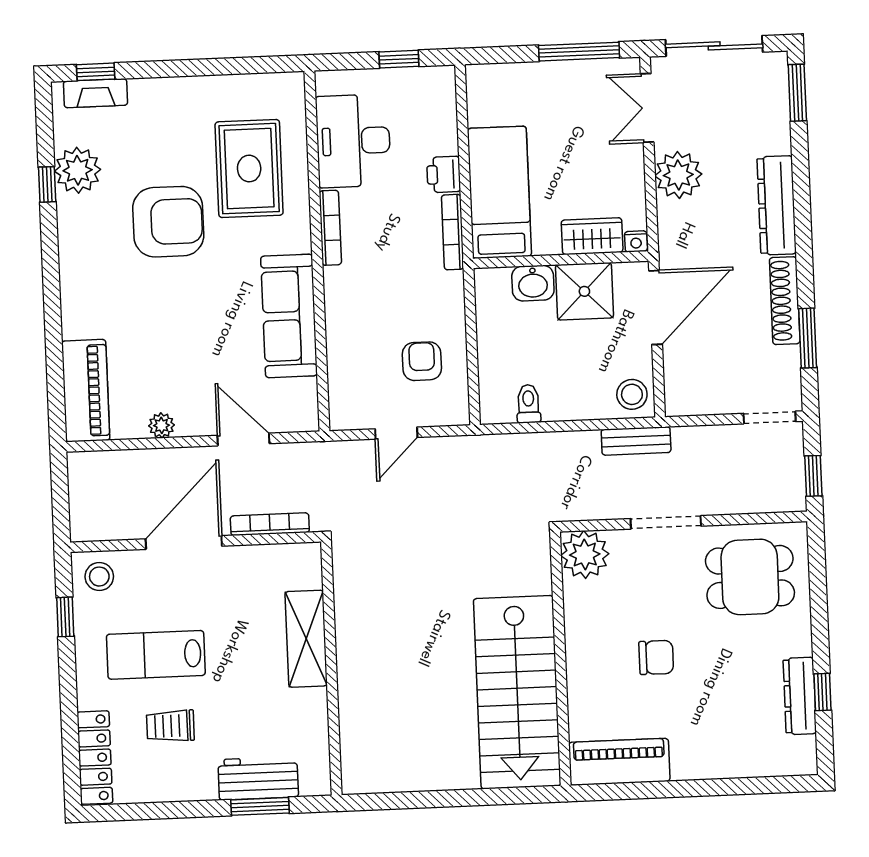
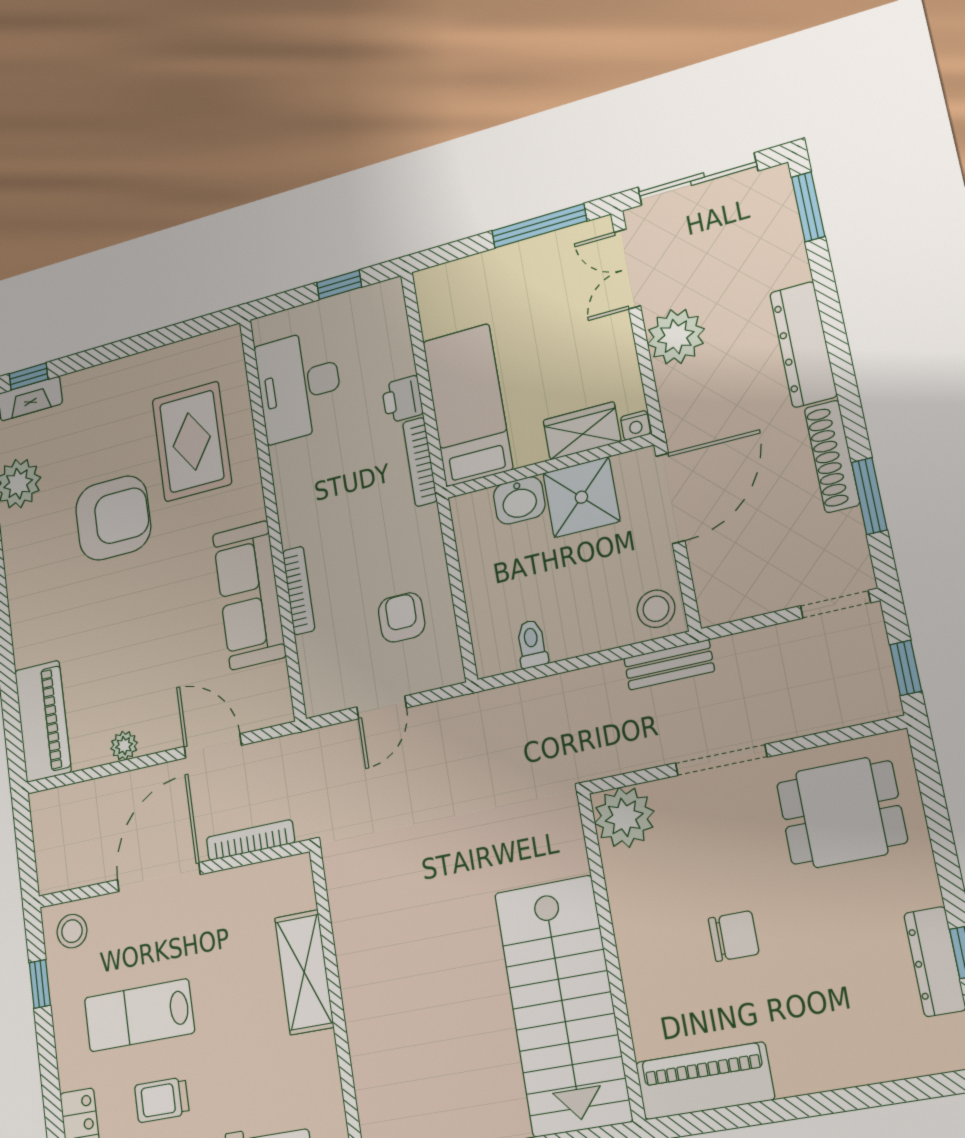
bookcase: (330, 228) -> (299, 590), moved

